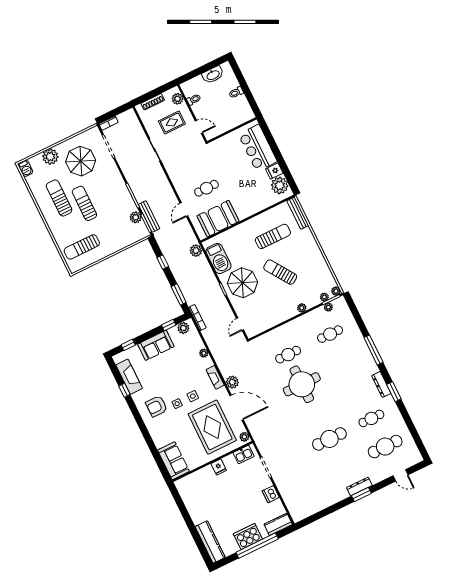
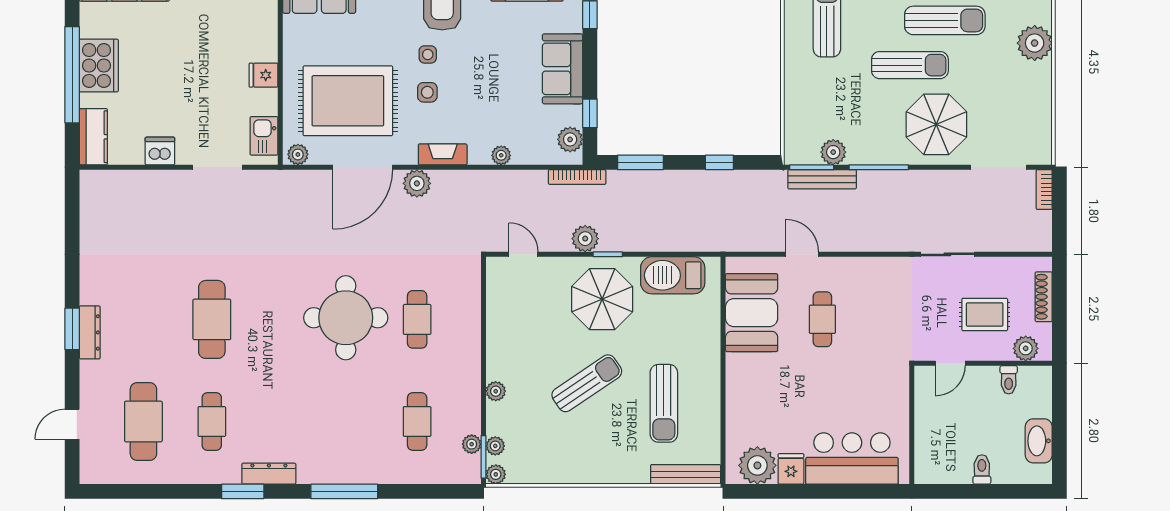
rug: (172, 122) -> (985, 315), turned 90
parasol: (81, 161) -> (936, 124), moved
plant: (196, 251) -> (585, 239), moved

